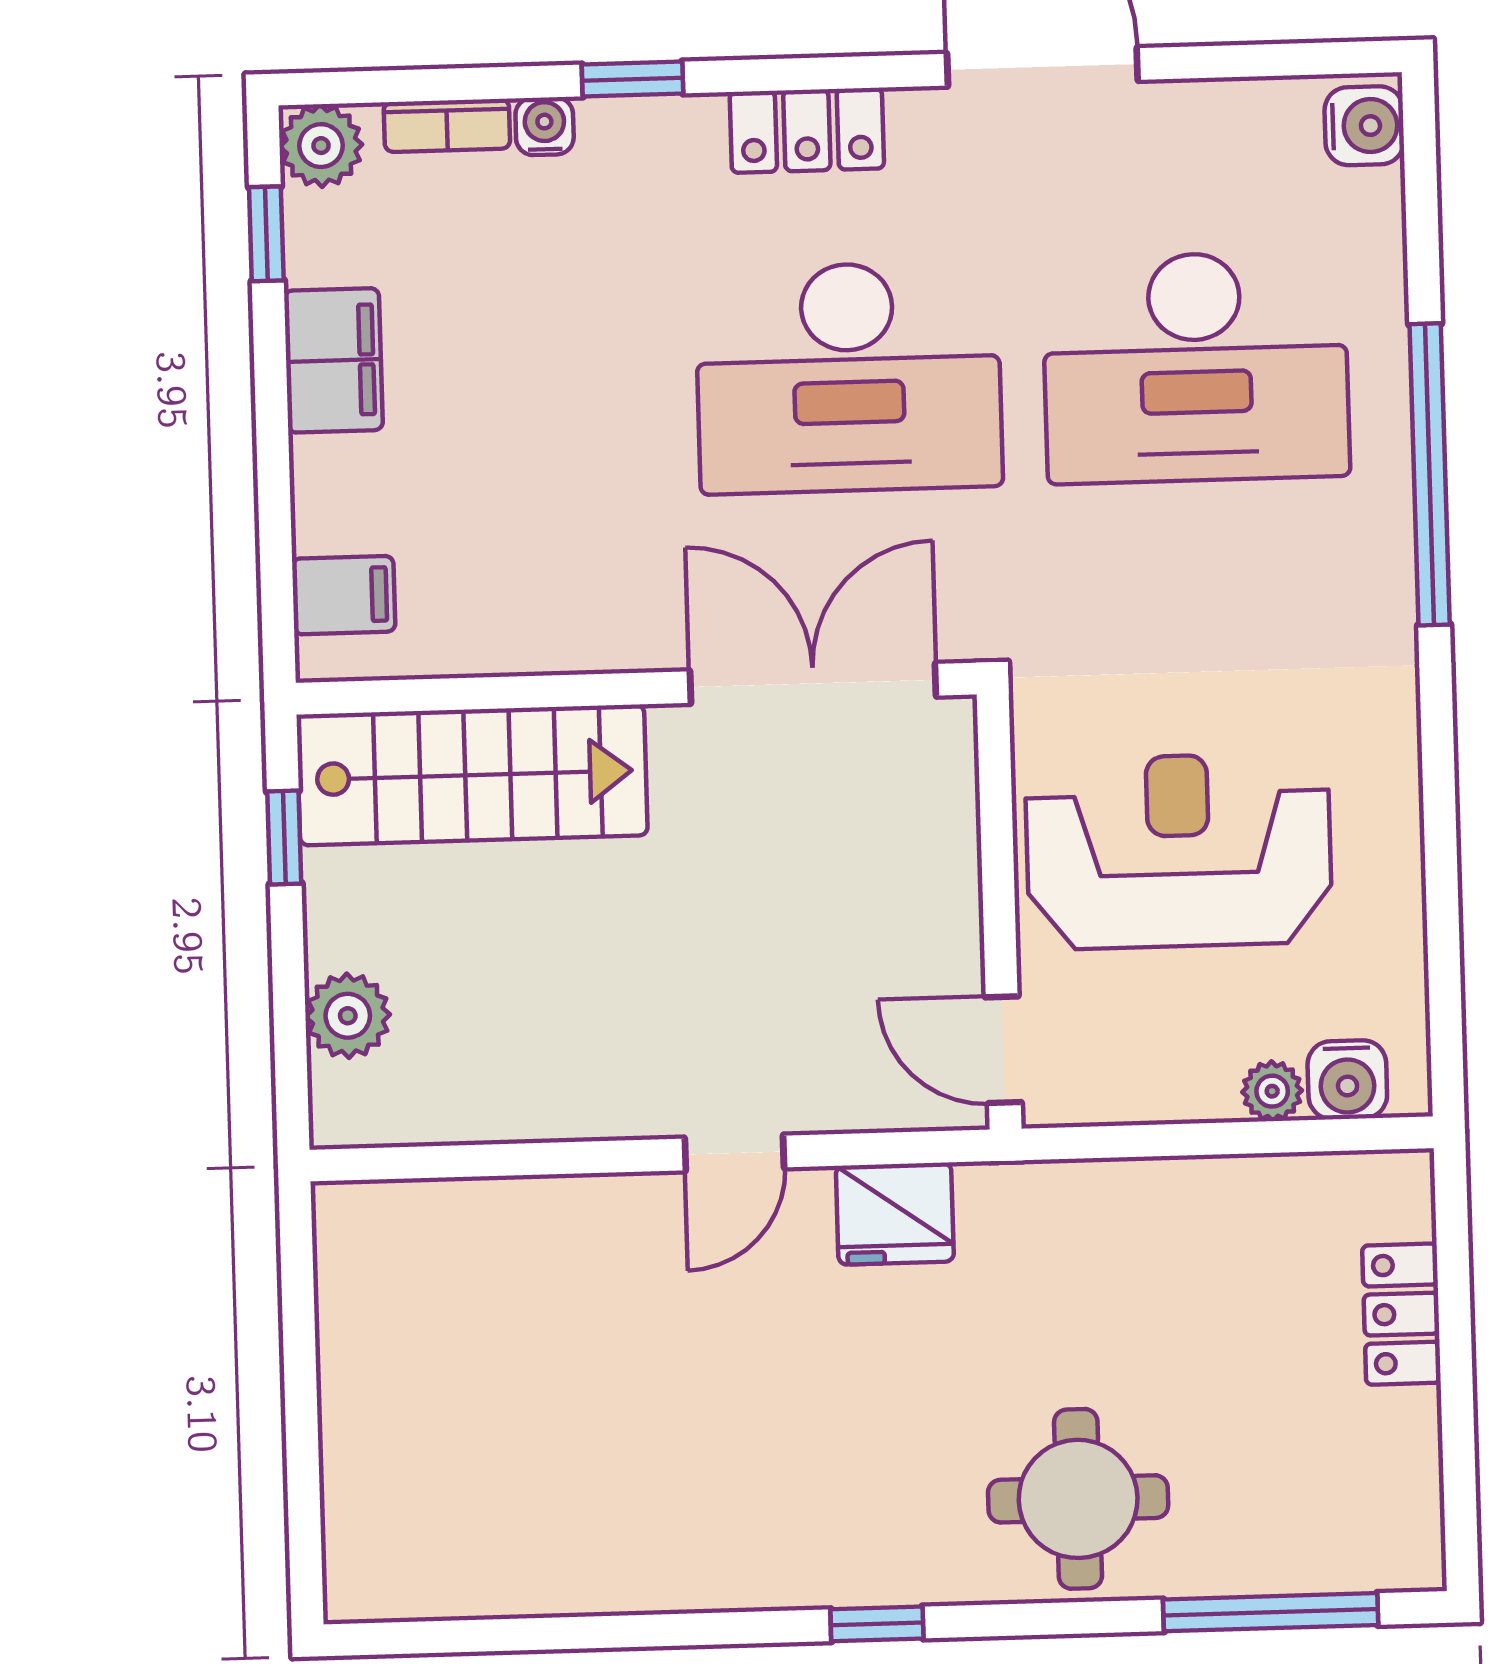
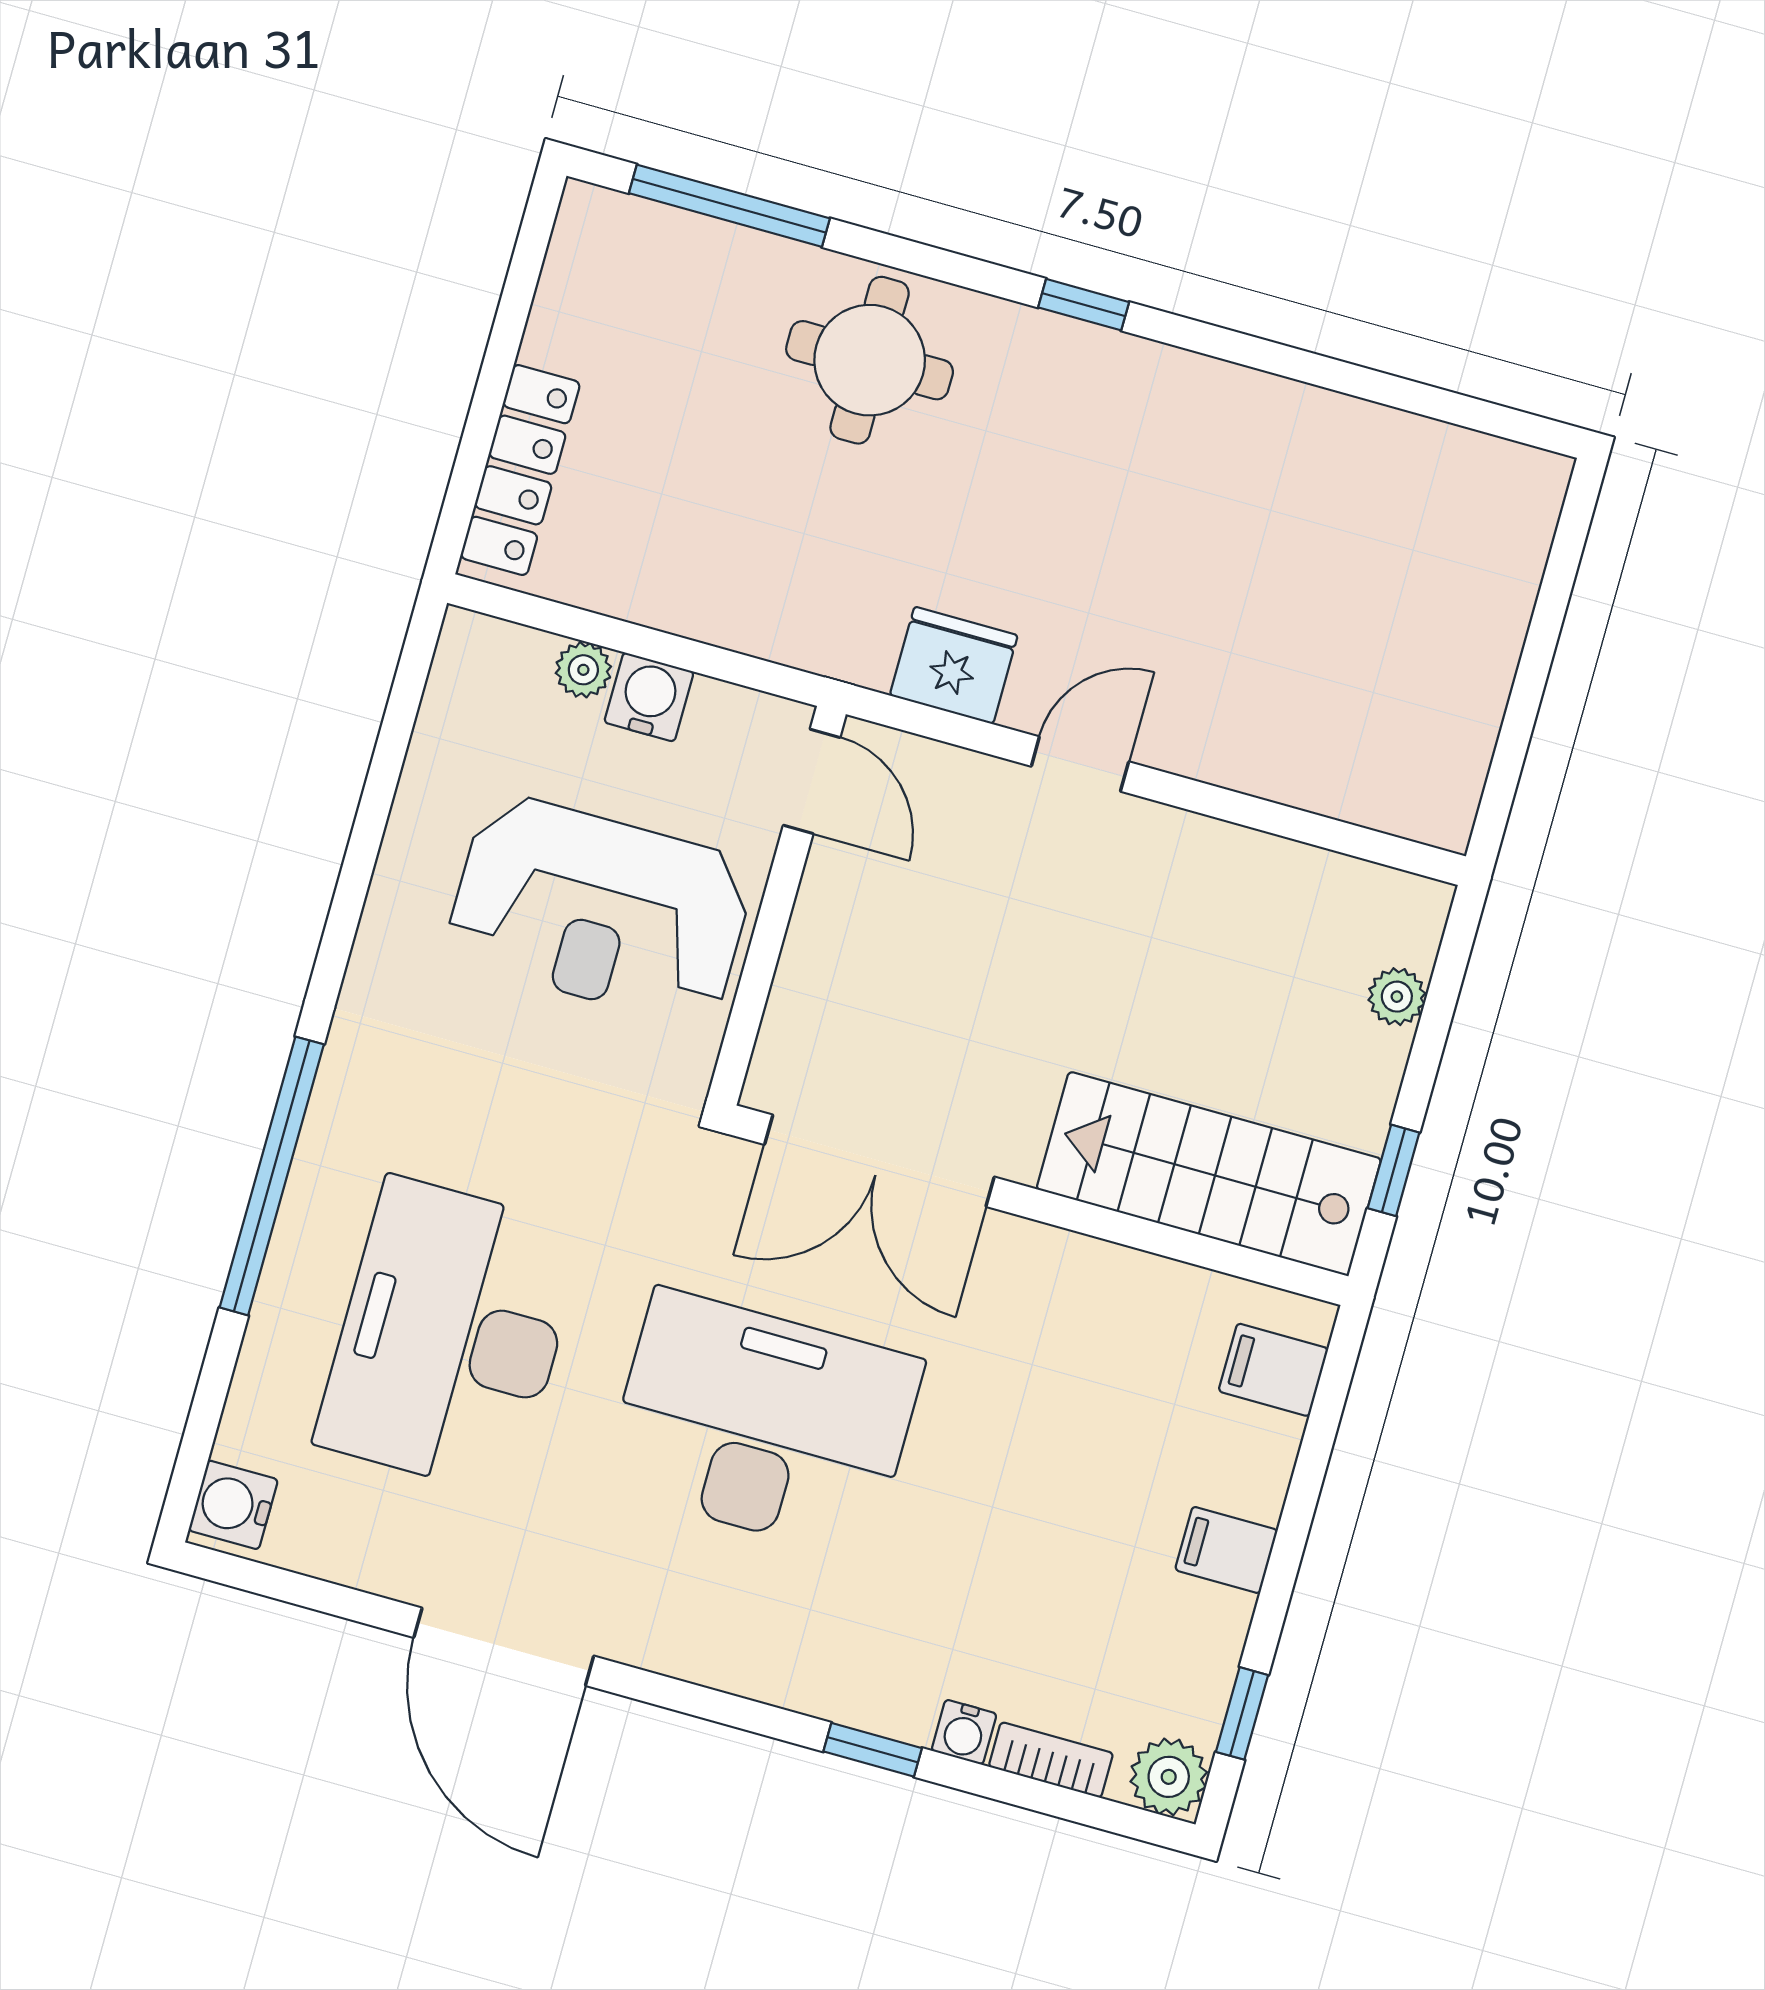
locker: (807, 130) -> (731, 1656), removed
filing cabinet: (333, 360) -> (1226, 1550), width x0.50
desk: (1196, 367) -> (450, 1336), turned -90
plant: (348, 1016) -> (1397, 997), width x0.73, depth x0.73
water cooler: (1347, 1080) -> (649, 697), moved
locker: (1401, 1314) -> (520, 470), width x1.53

